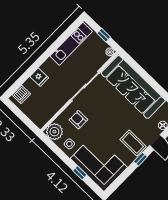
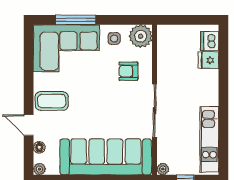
fridge: (39, 77) -> (209, 60), moved
armchair: (78, 120) -> (128, 71), turned 180
window: (140, 159) -> (29, 92), removed
window: (80, 173) -> (76, 20), width x2.17

